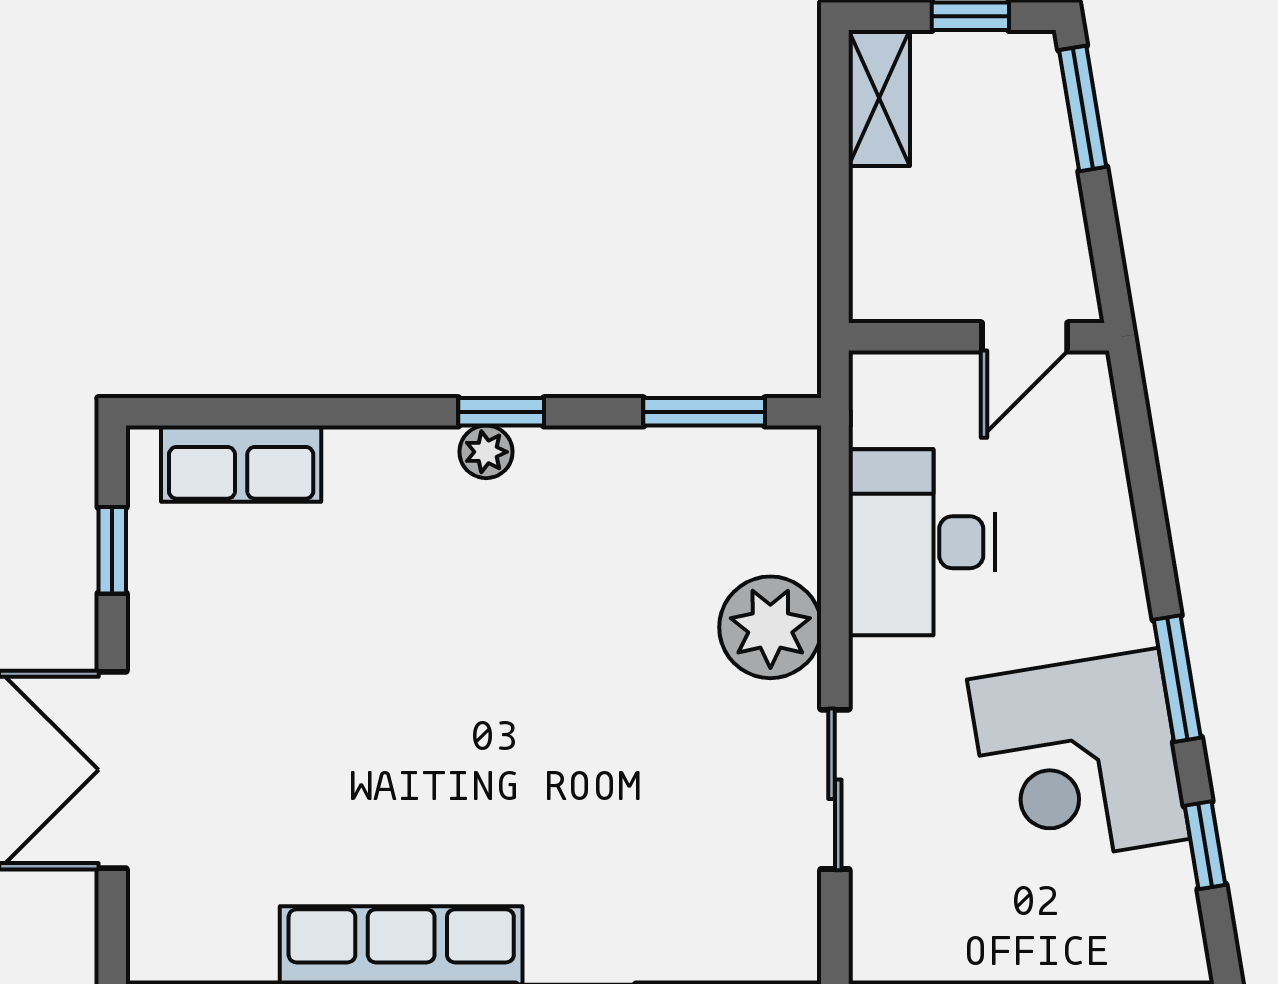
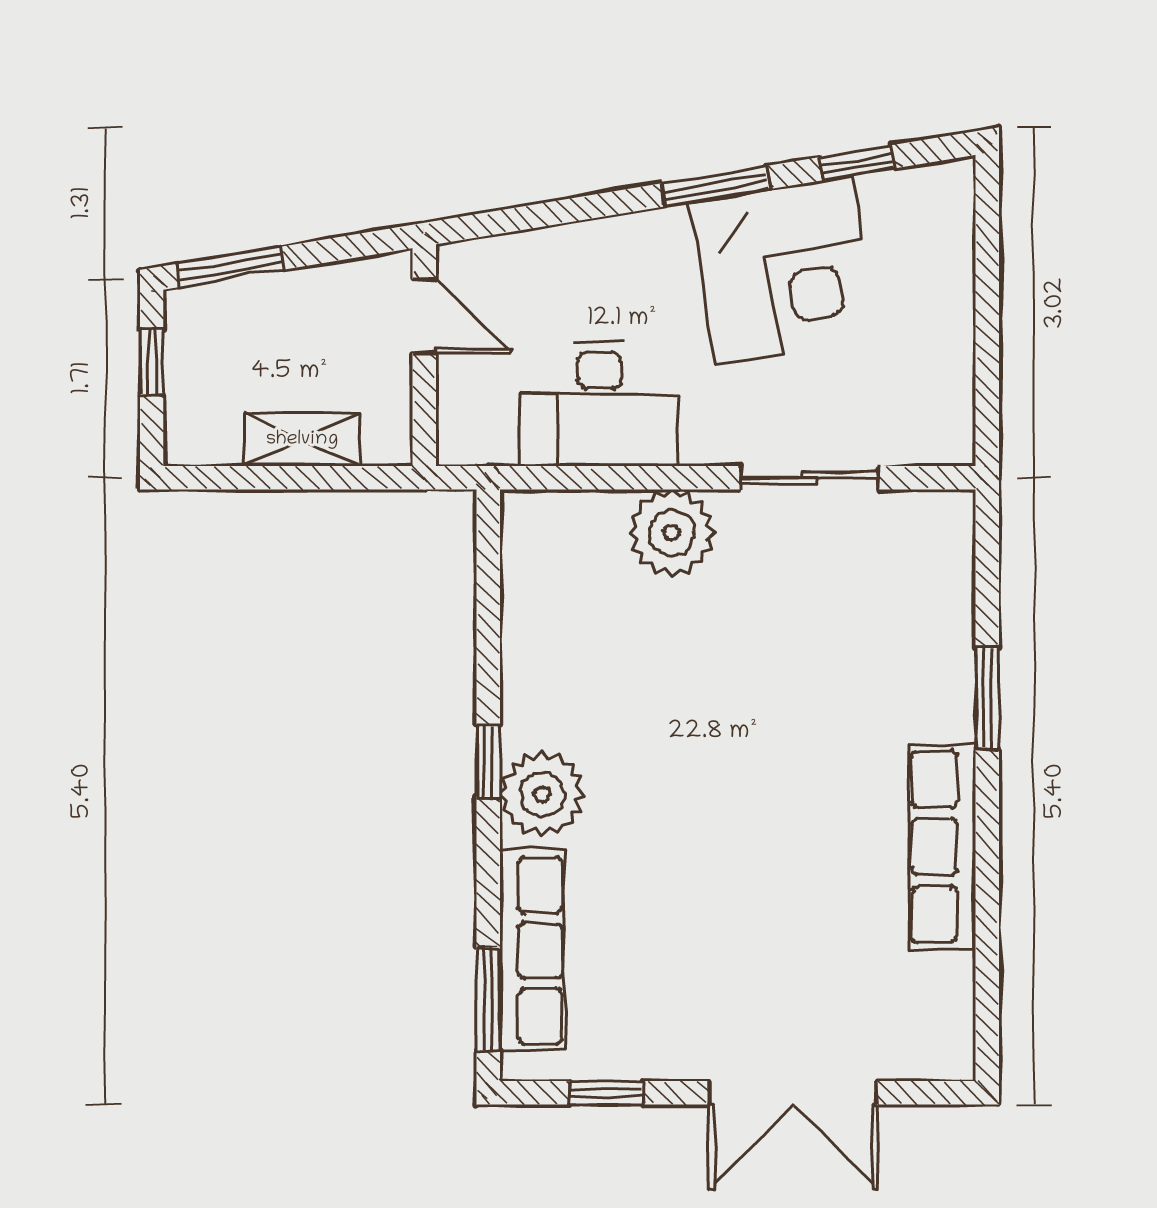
shelving: (879, 98) -> (302, 440), moved
window: (704, 412) -> (488, 999), moved
plant: (486, 452) -> (542, 794), width x1.87, depth x1.87
row of seats: (241, 464) -> (532, 950), width x1.48

